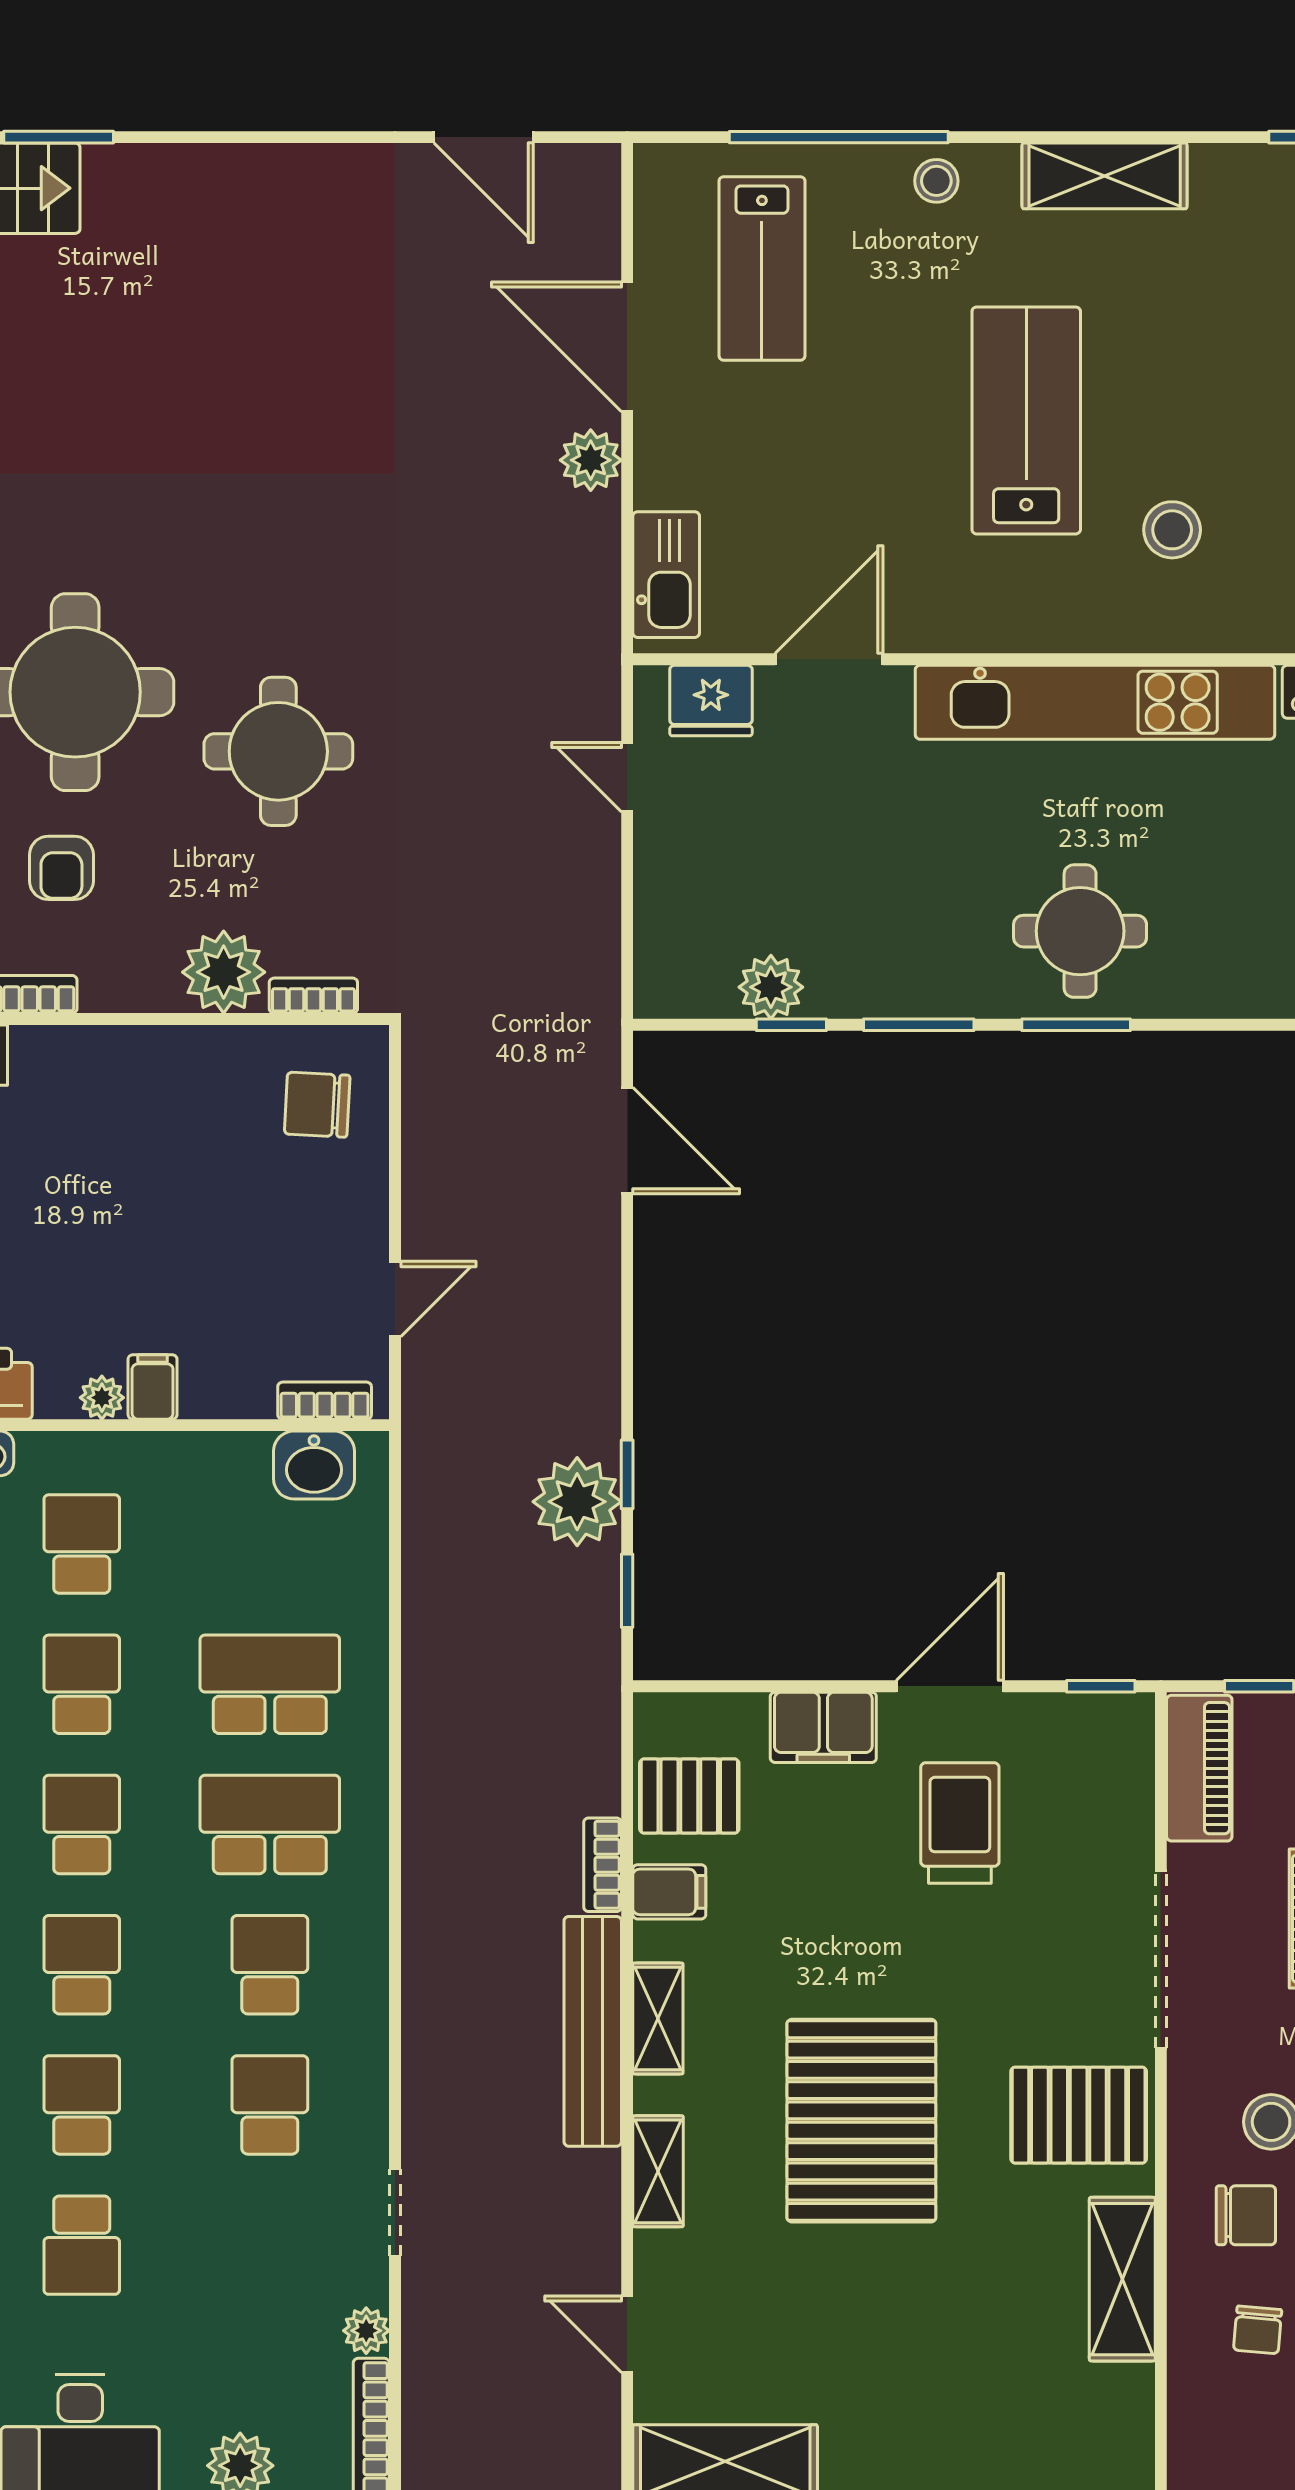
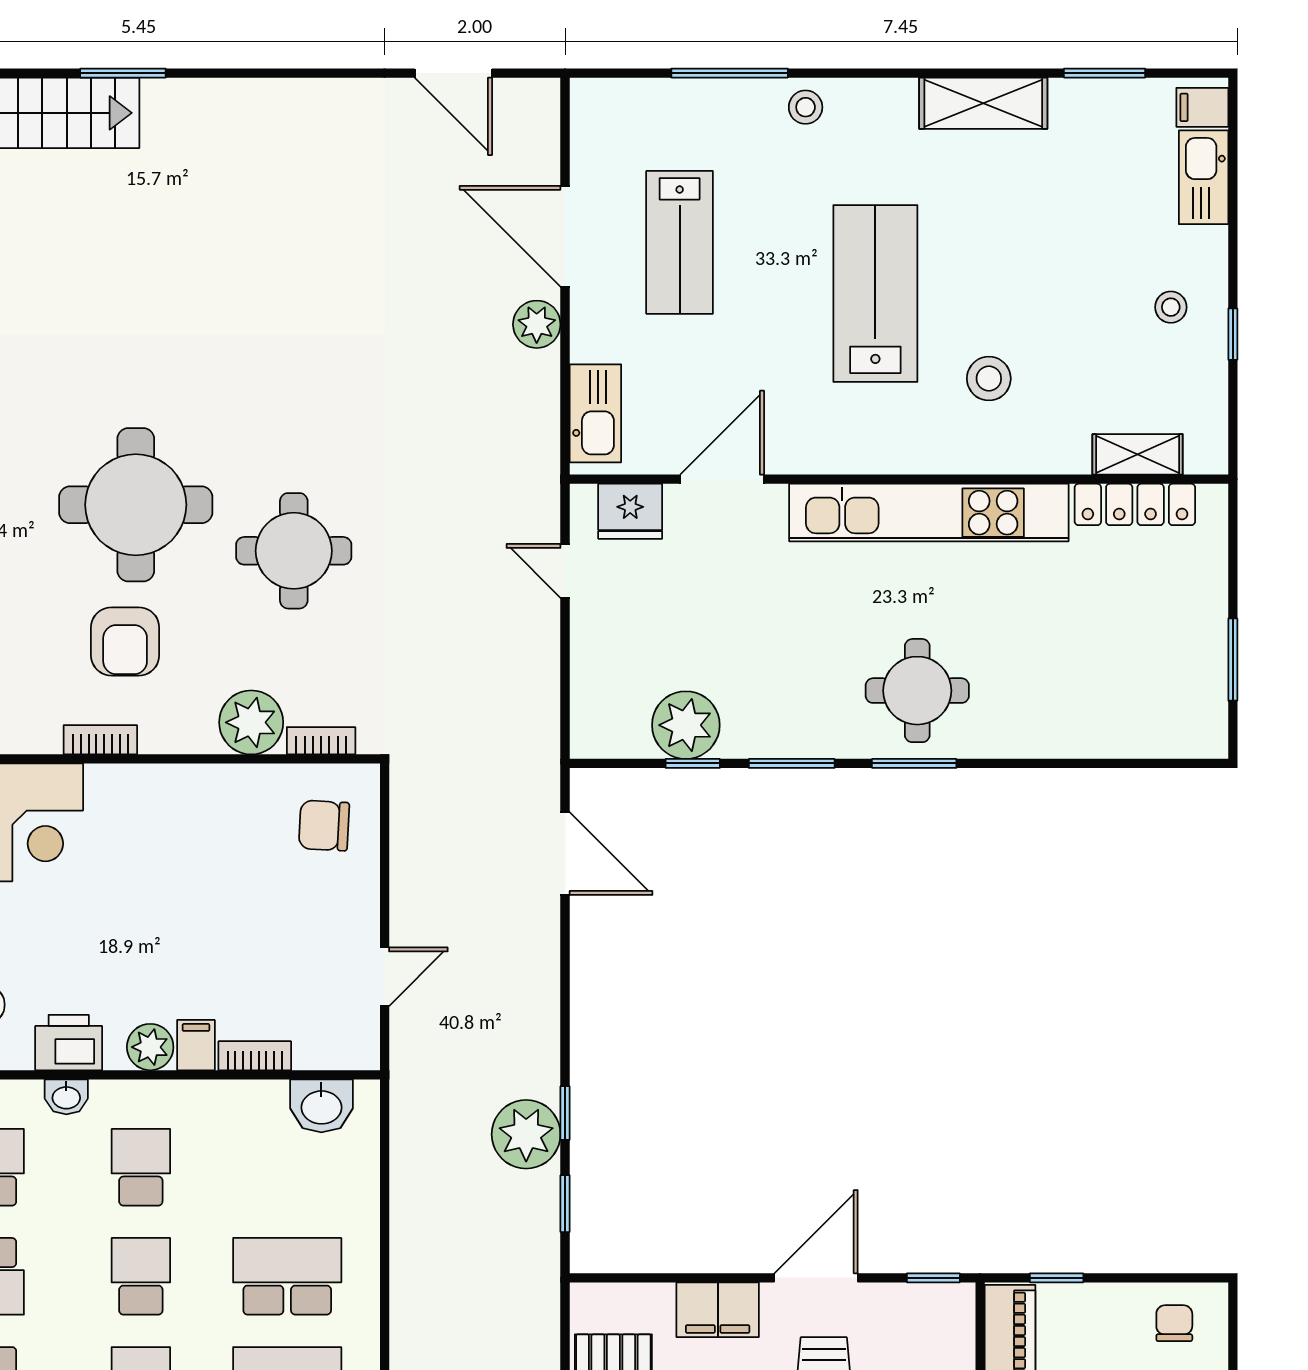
window: (839, 137) -> (730, 73), width x0.68
shelving: (1105, 176) -> (983, 103), moved
lab bench: (762, 268) -> (680, 242), moved
armchair: (61, 868) -> (125, 641), width x1.38, depth x1.38
plant: (771, 987) -> (686, 725), width x1.36, depth x1.36
plant: (102, 1398) -> (150, 1047), width x1.38, depth x1.38
bookcase: (325, 1401) -> (255, 1056), moved

